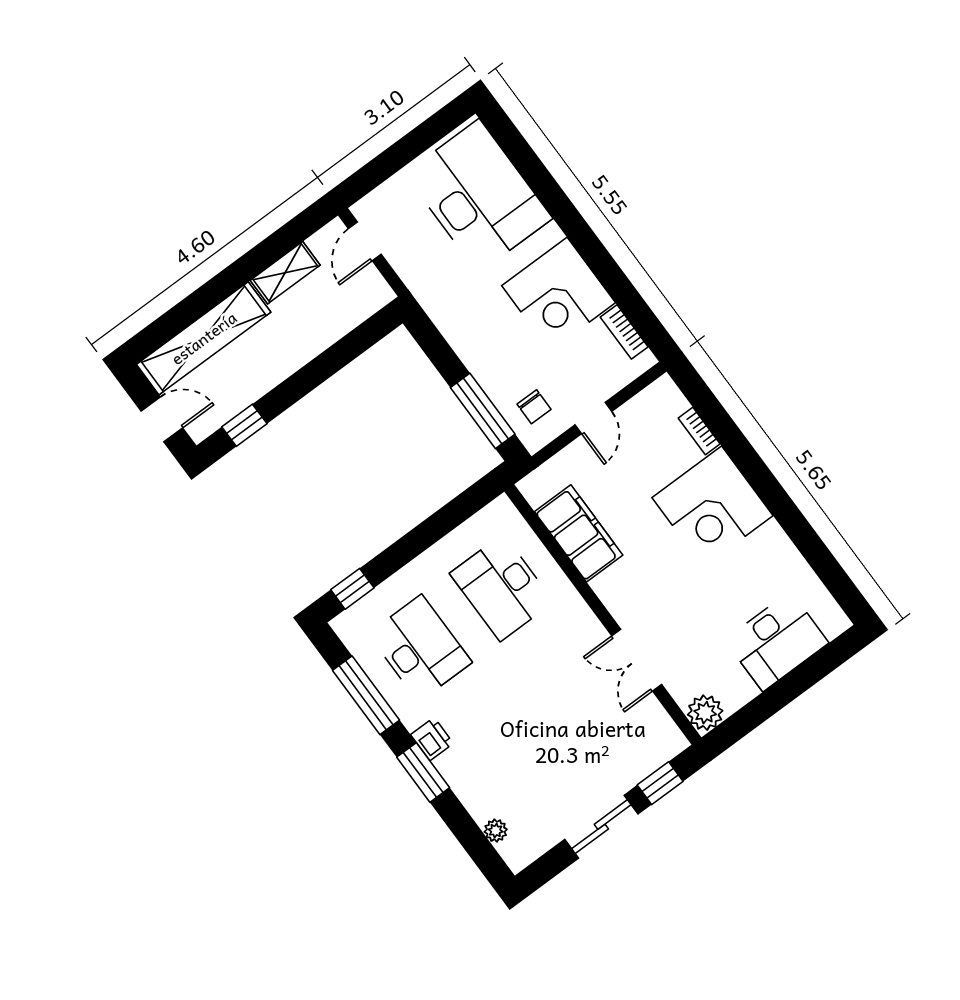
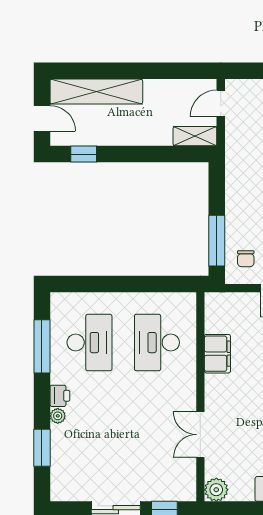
shelving: (285, 273) -> (195, 136), moved
filing cabinet: (579, 533) -> (217, 354), width x0.67, depth x0.86
window: (352, 589) -> (77, 284), removed
window: (423, 772) -> (42, 448), moved
plant: (496, 831) -> (58, 416), moved

